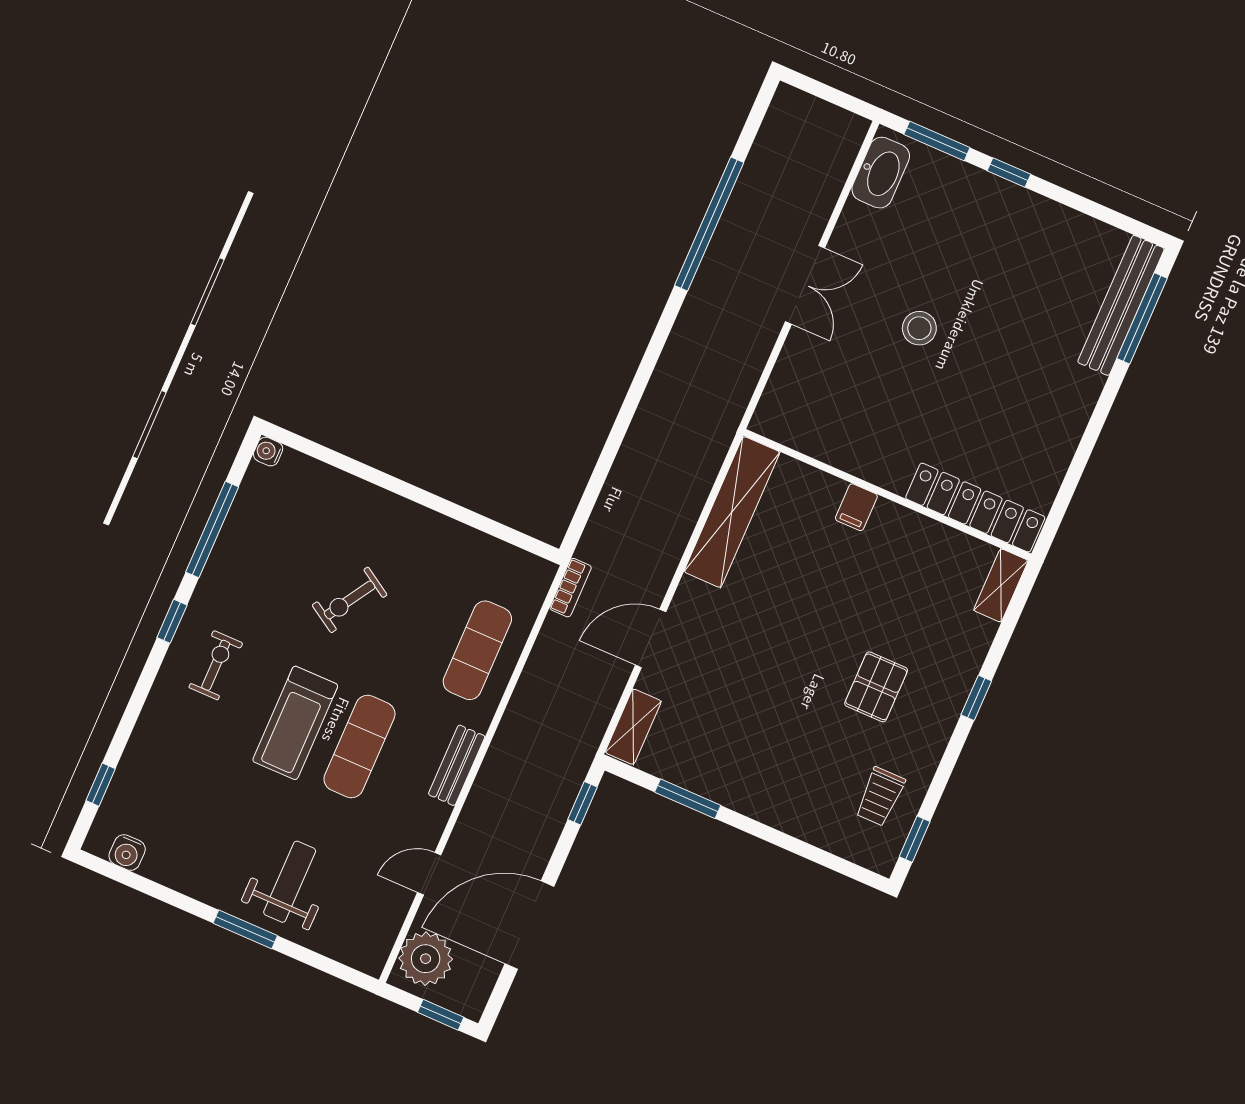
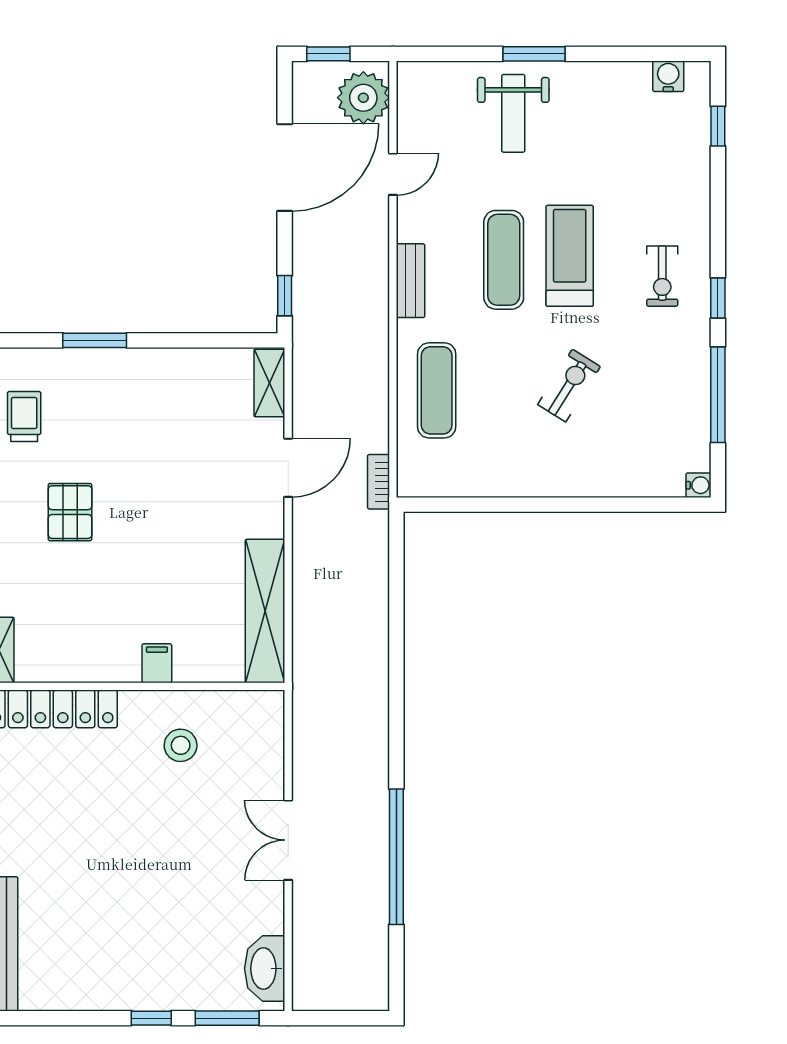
stool: (919, 328) -> (181, 745), moved
window: (688, 799) -> (95, 340), moved

